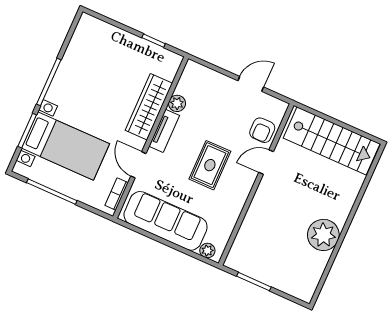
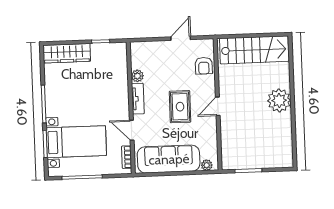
wardrobe: (149, 107) -> (67, 53), moved, turned -90
door: (266, 162) -> (218, 106), moved
plant: (323, 235) -> (279, 100), moved

